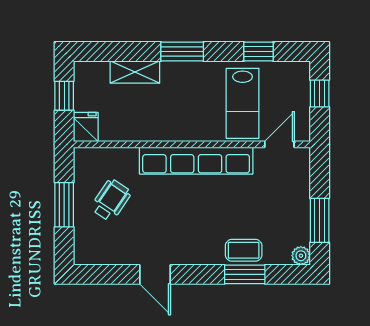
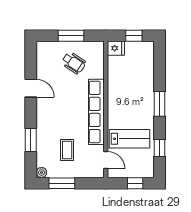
shelving: (135, 72) -> (148, 77), removed
lab bench: (243, 103) -> (130, 139), turned 180
coffee table: (244, 250) -> (67, 150), moved
door: (155, 274) -> (31, 88), swing flipped

